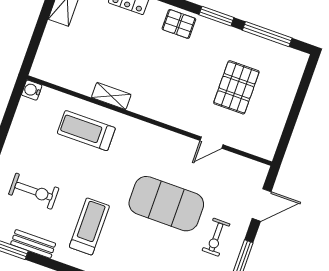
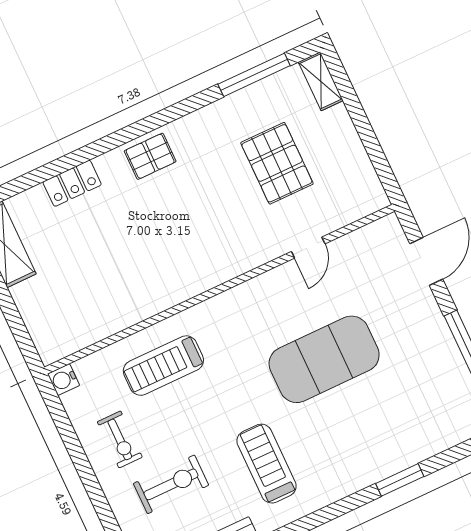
window: (216, 16) -> (182, 109), removed
shelving: (111, 96) -> (321, 81), moved, turned 90
exercise bike: (216, 237) -> (120, 439), moved

